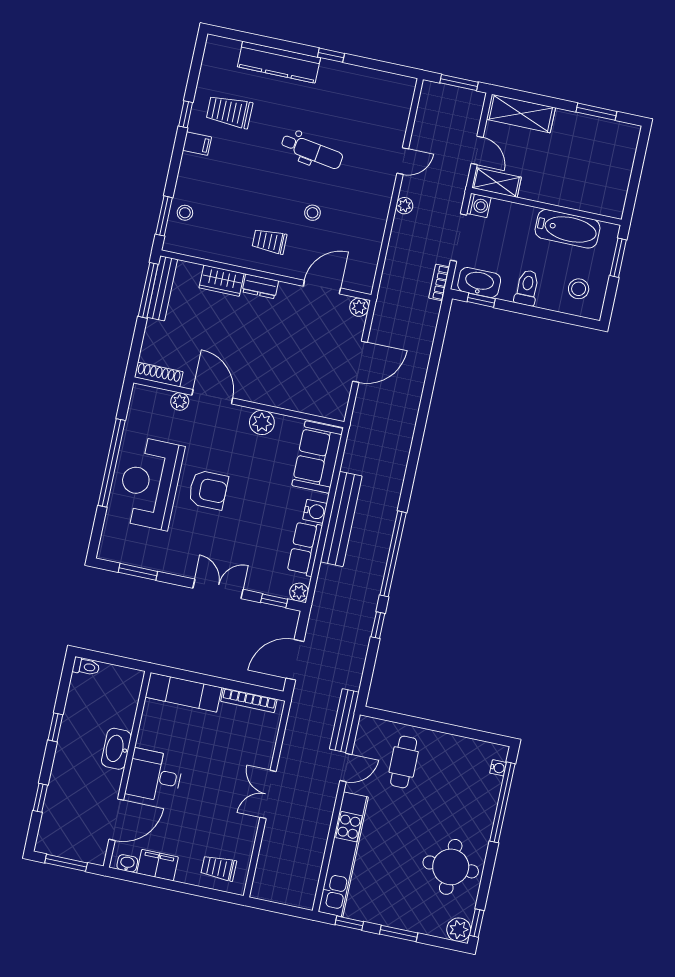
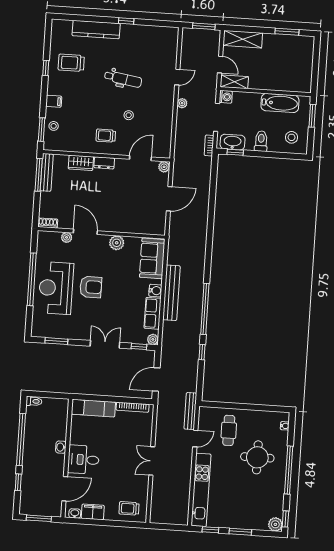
filing cabinet: (197, 144) -> (54, 101), moved
shoe rack: (159, 374) -> (48, 223), width x0.70
window: (55, 727) -> (21, 440), width x3.17
washbasin: (116, 749) -> (61, 447), width x0.52, depth x0.69
window: (502, 802) -> (289, 470), moved
round table: (451, 867) -> (257, 457), moved

